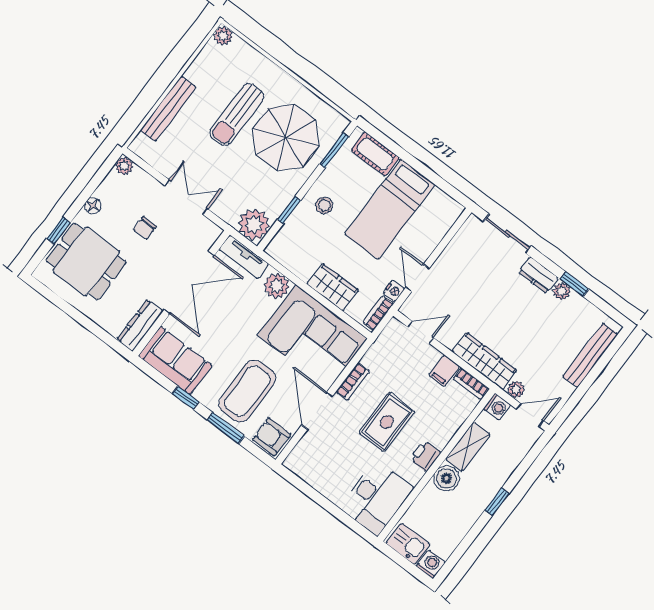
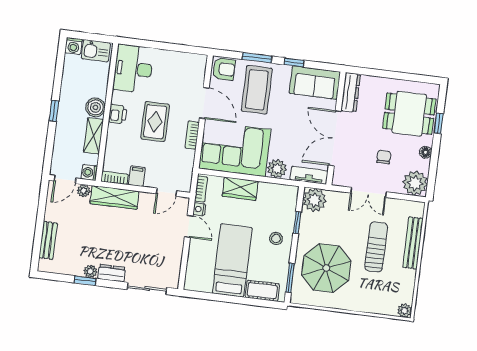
sun lounger: (237, 114) -> (376, 247), moved
plant: (124, 166) -> (415, 183), width x1.87, depth x1.87
bench: (590, 355) -> (48, 240), width x0.73

